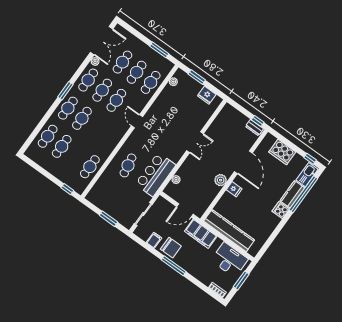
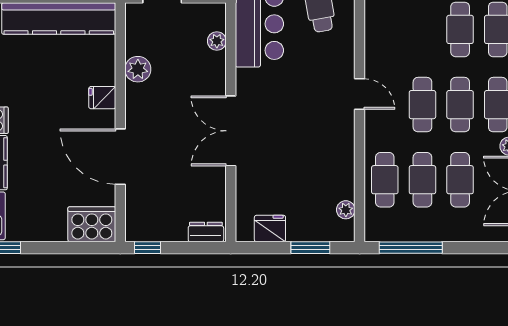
window: (159, 50) -> (411, 248), width x1.44
dresser: (254, 128) -> (206, 232), moved
double door: (195, 142) -> (231, 131), width x1.37
cooker: (282, 152) -> (92, 224), moved
plant: (221, 180) -> (138, 69), moved

